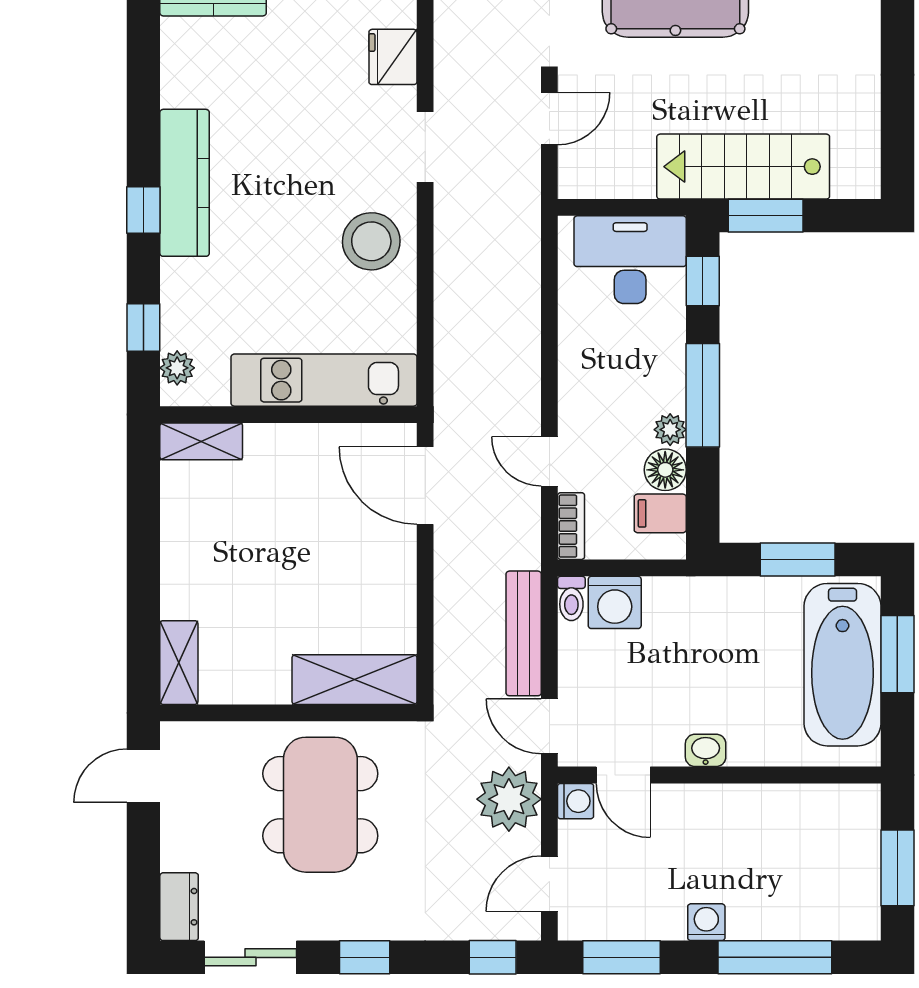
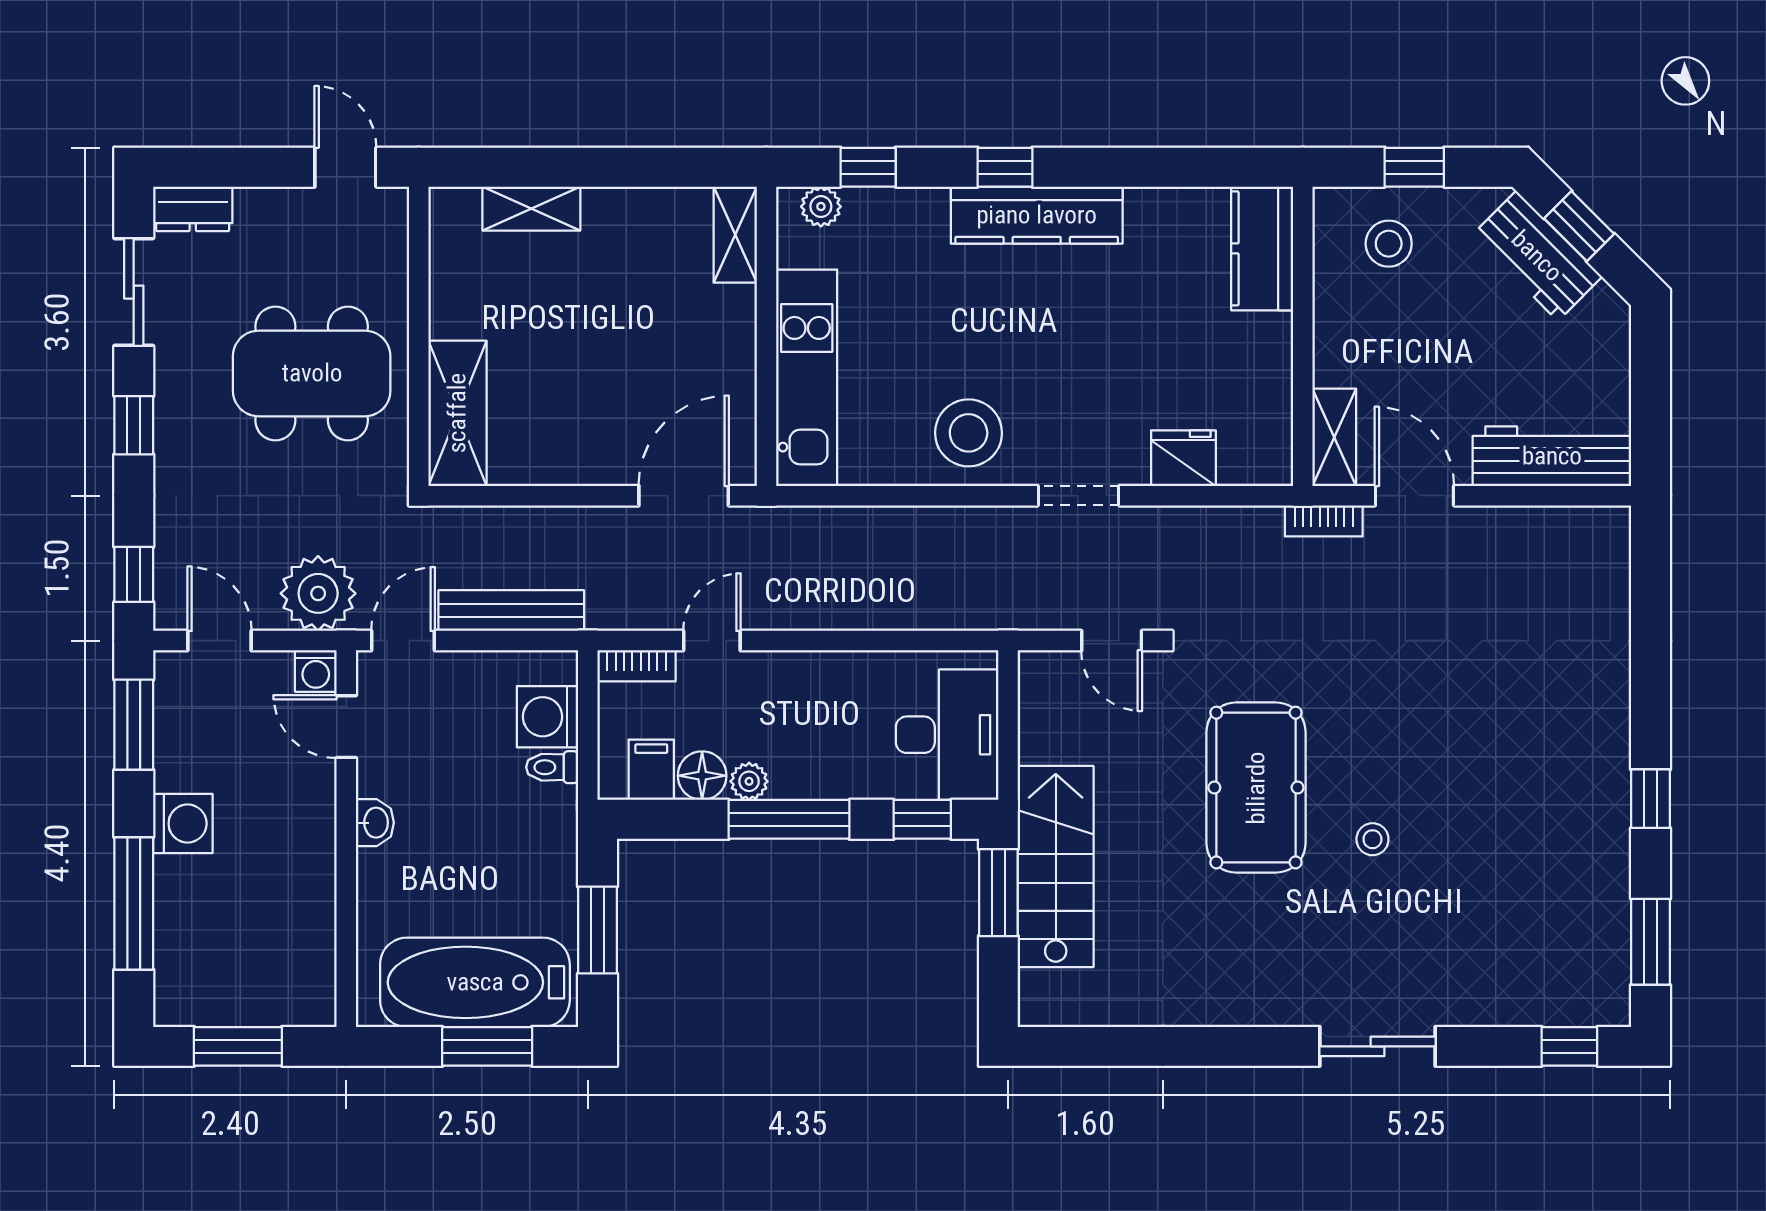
toilet: (571, 598) -> (552, 767), moved
shelving: (179, 663) -> (531, 209), moved
door: (623, 775) -> (346, 727), hinge flipped
washing machine: (706, 922) -> (183, 824), width x1.38, depth x1.38

